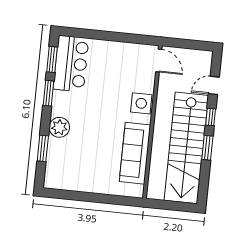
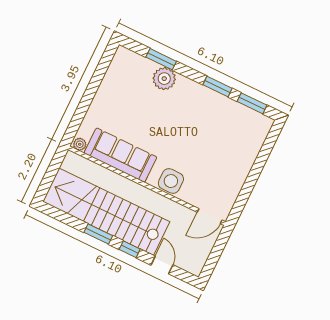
bar counter: (71, 64) -> (240, 122), removed
plant: (59, 127) -> (164, 79), moved
plant: (138, 190) -> (80, 144), added

